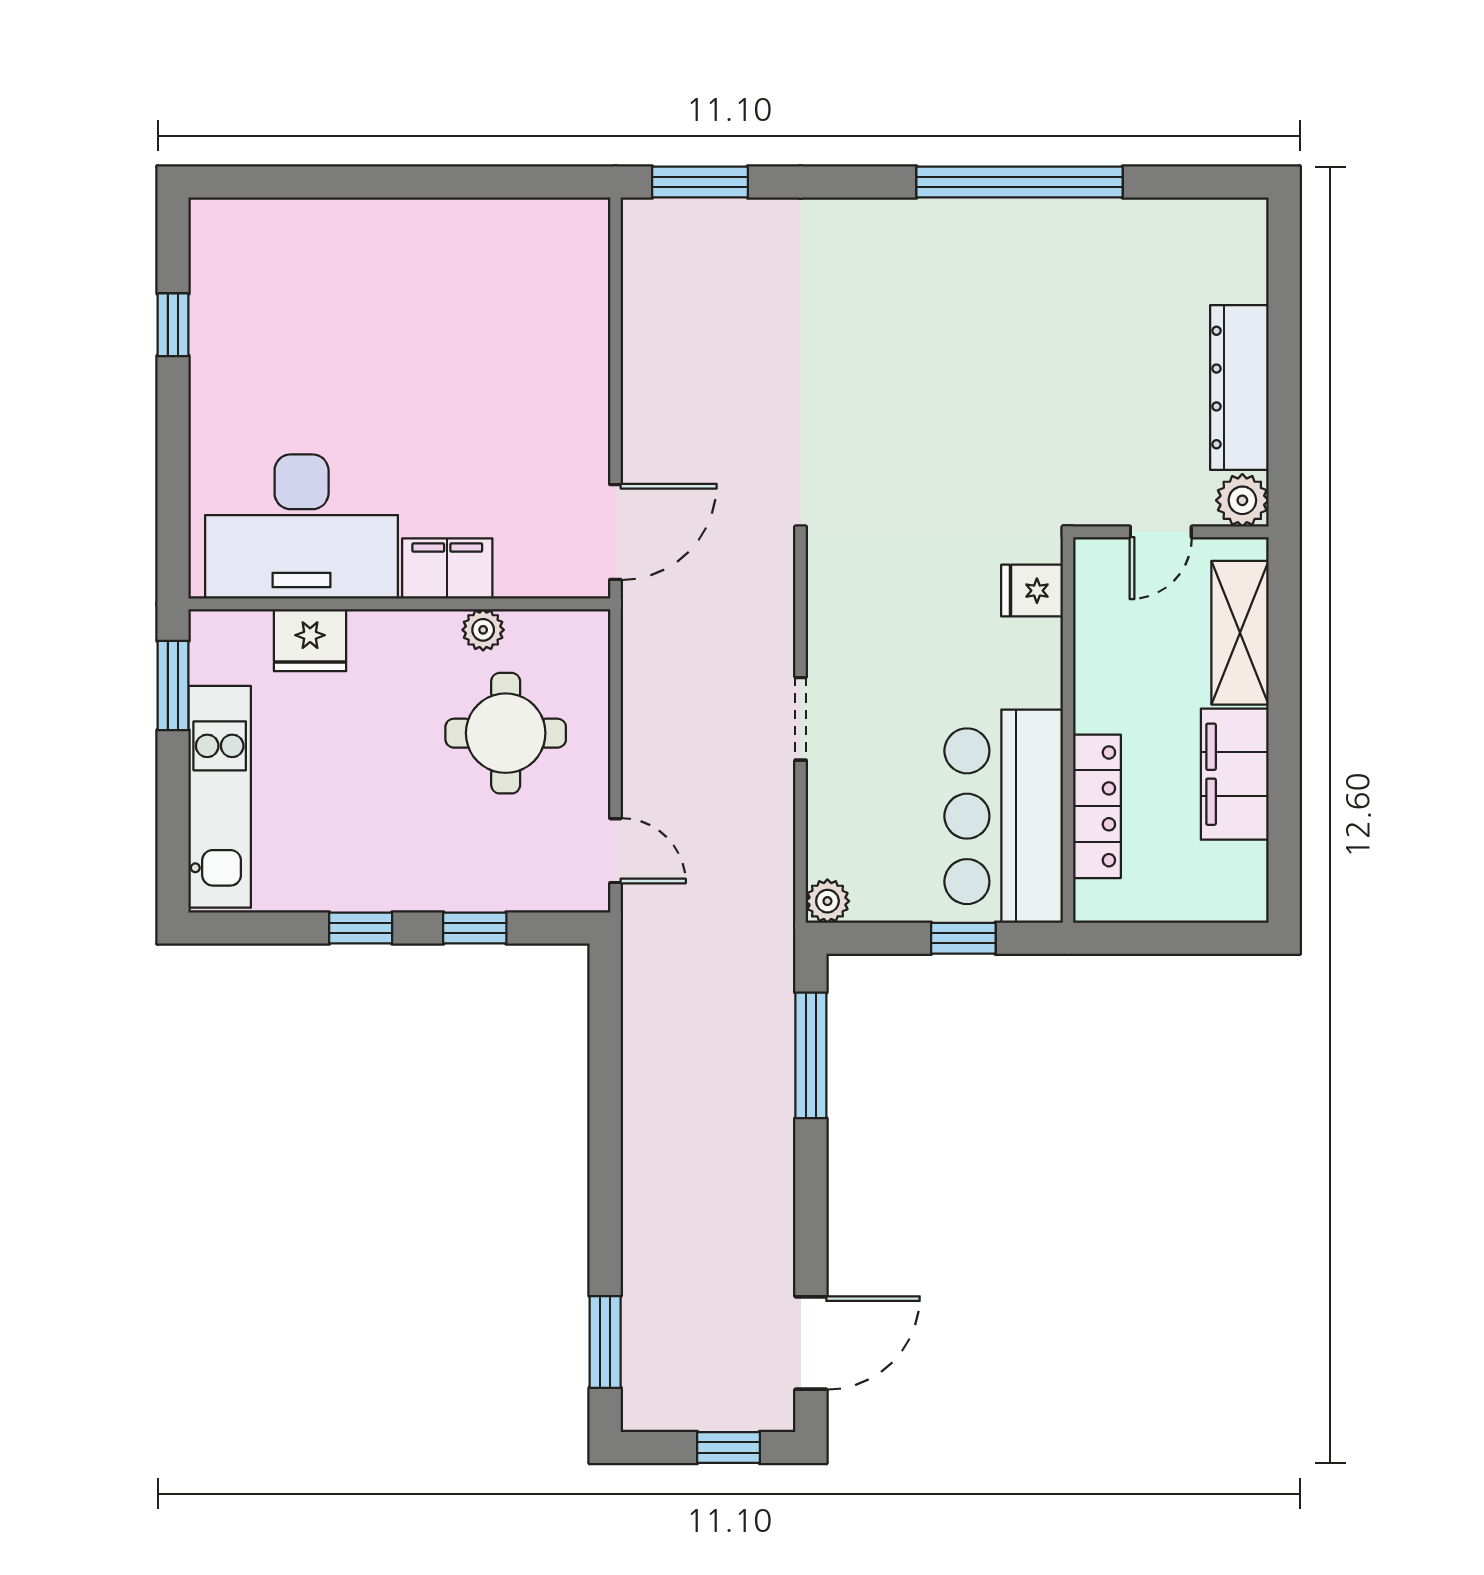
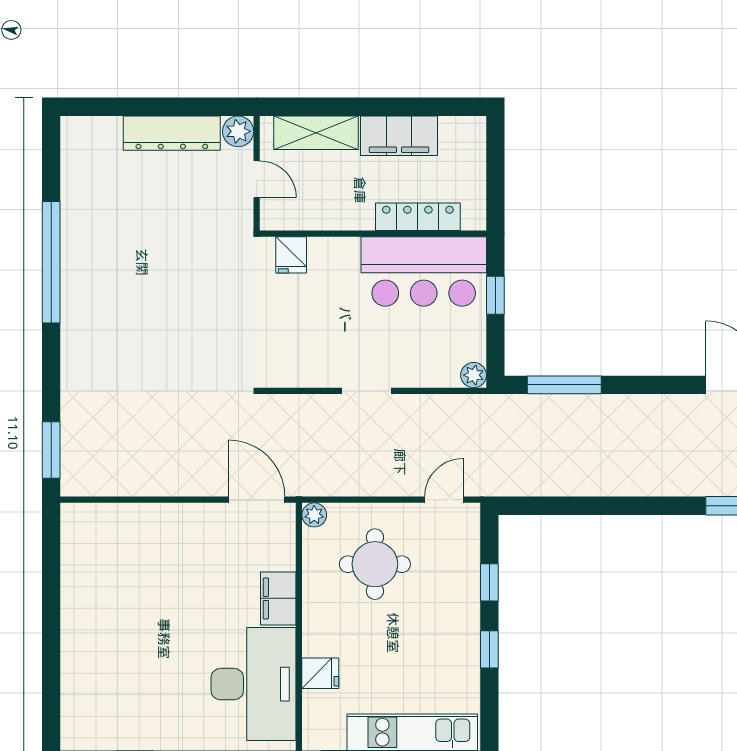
plant: (483, 630) -> (314, 515), moved
fridge: (310, 640) -> (320, 673), width x0.72

